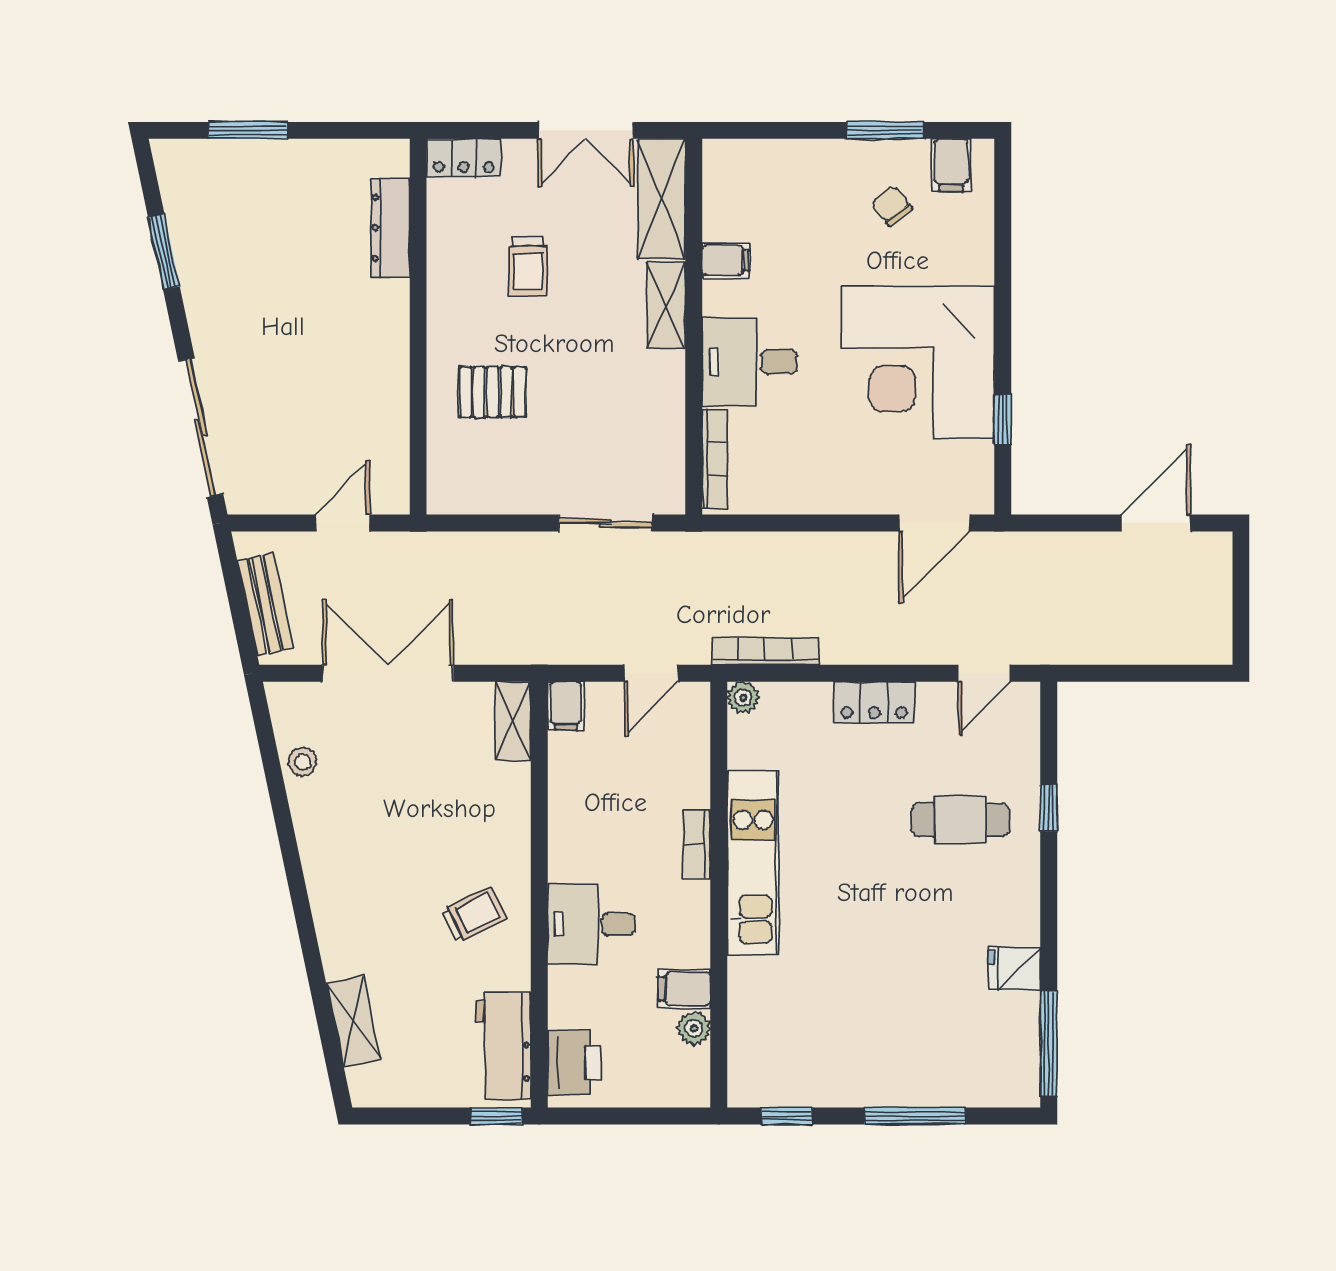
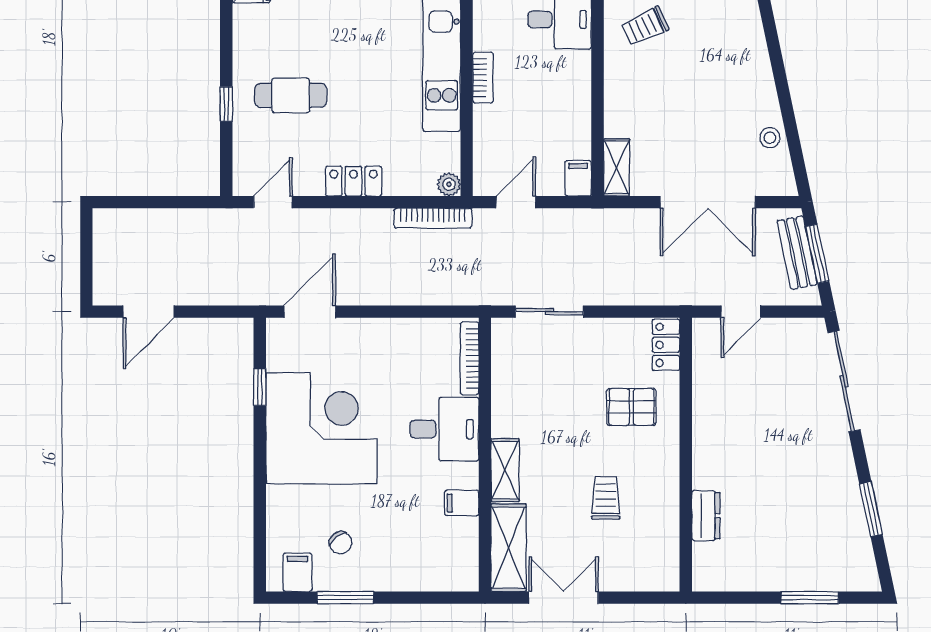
locker: (464, 158) -> (666, 345), moved, turned -90
dresser: (390, 228) -> (706, 516), width x0.70
window: (237, 602) -> (817, 254), added

